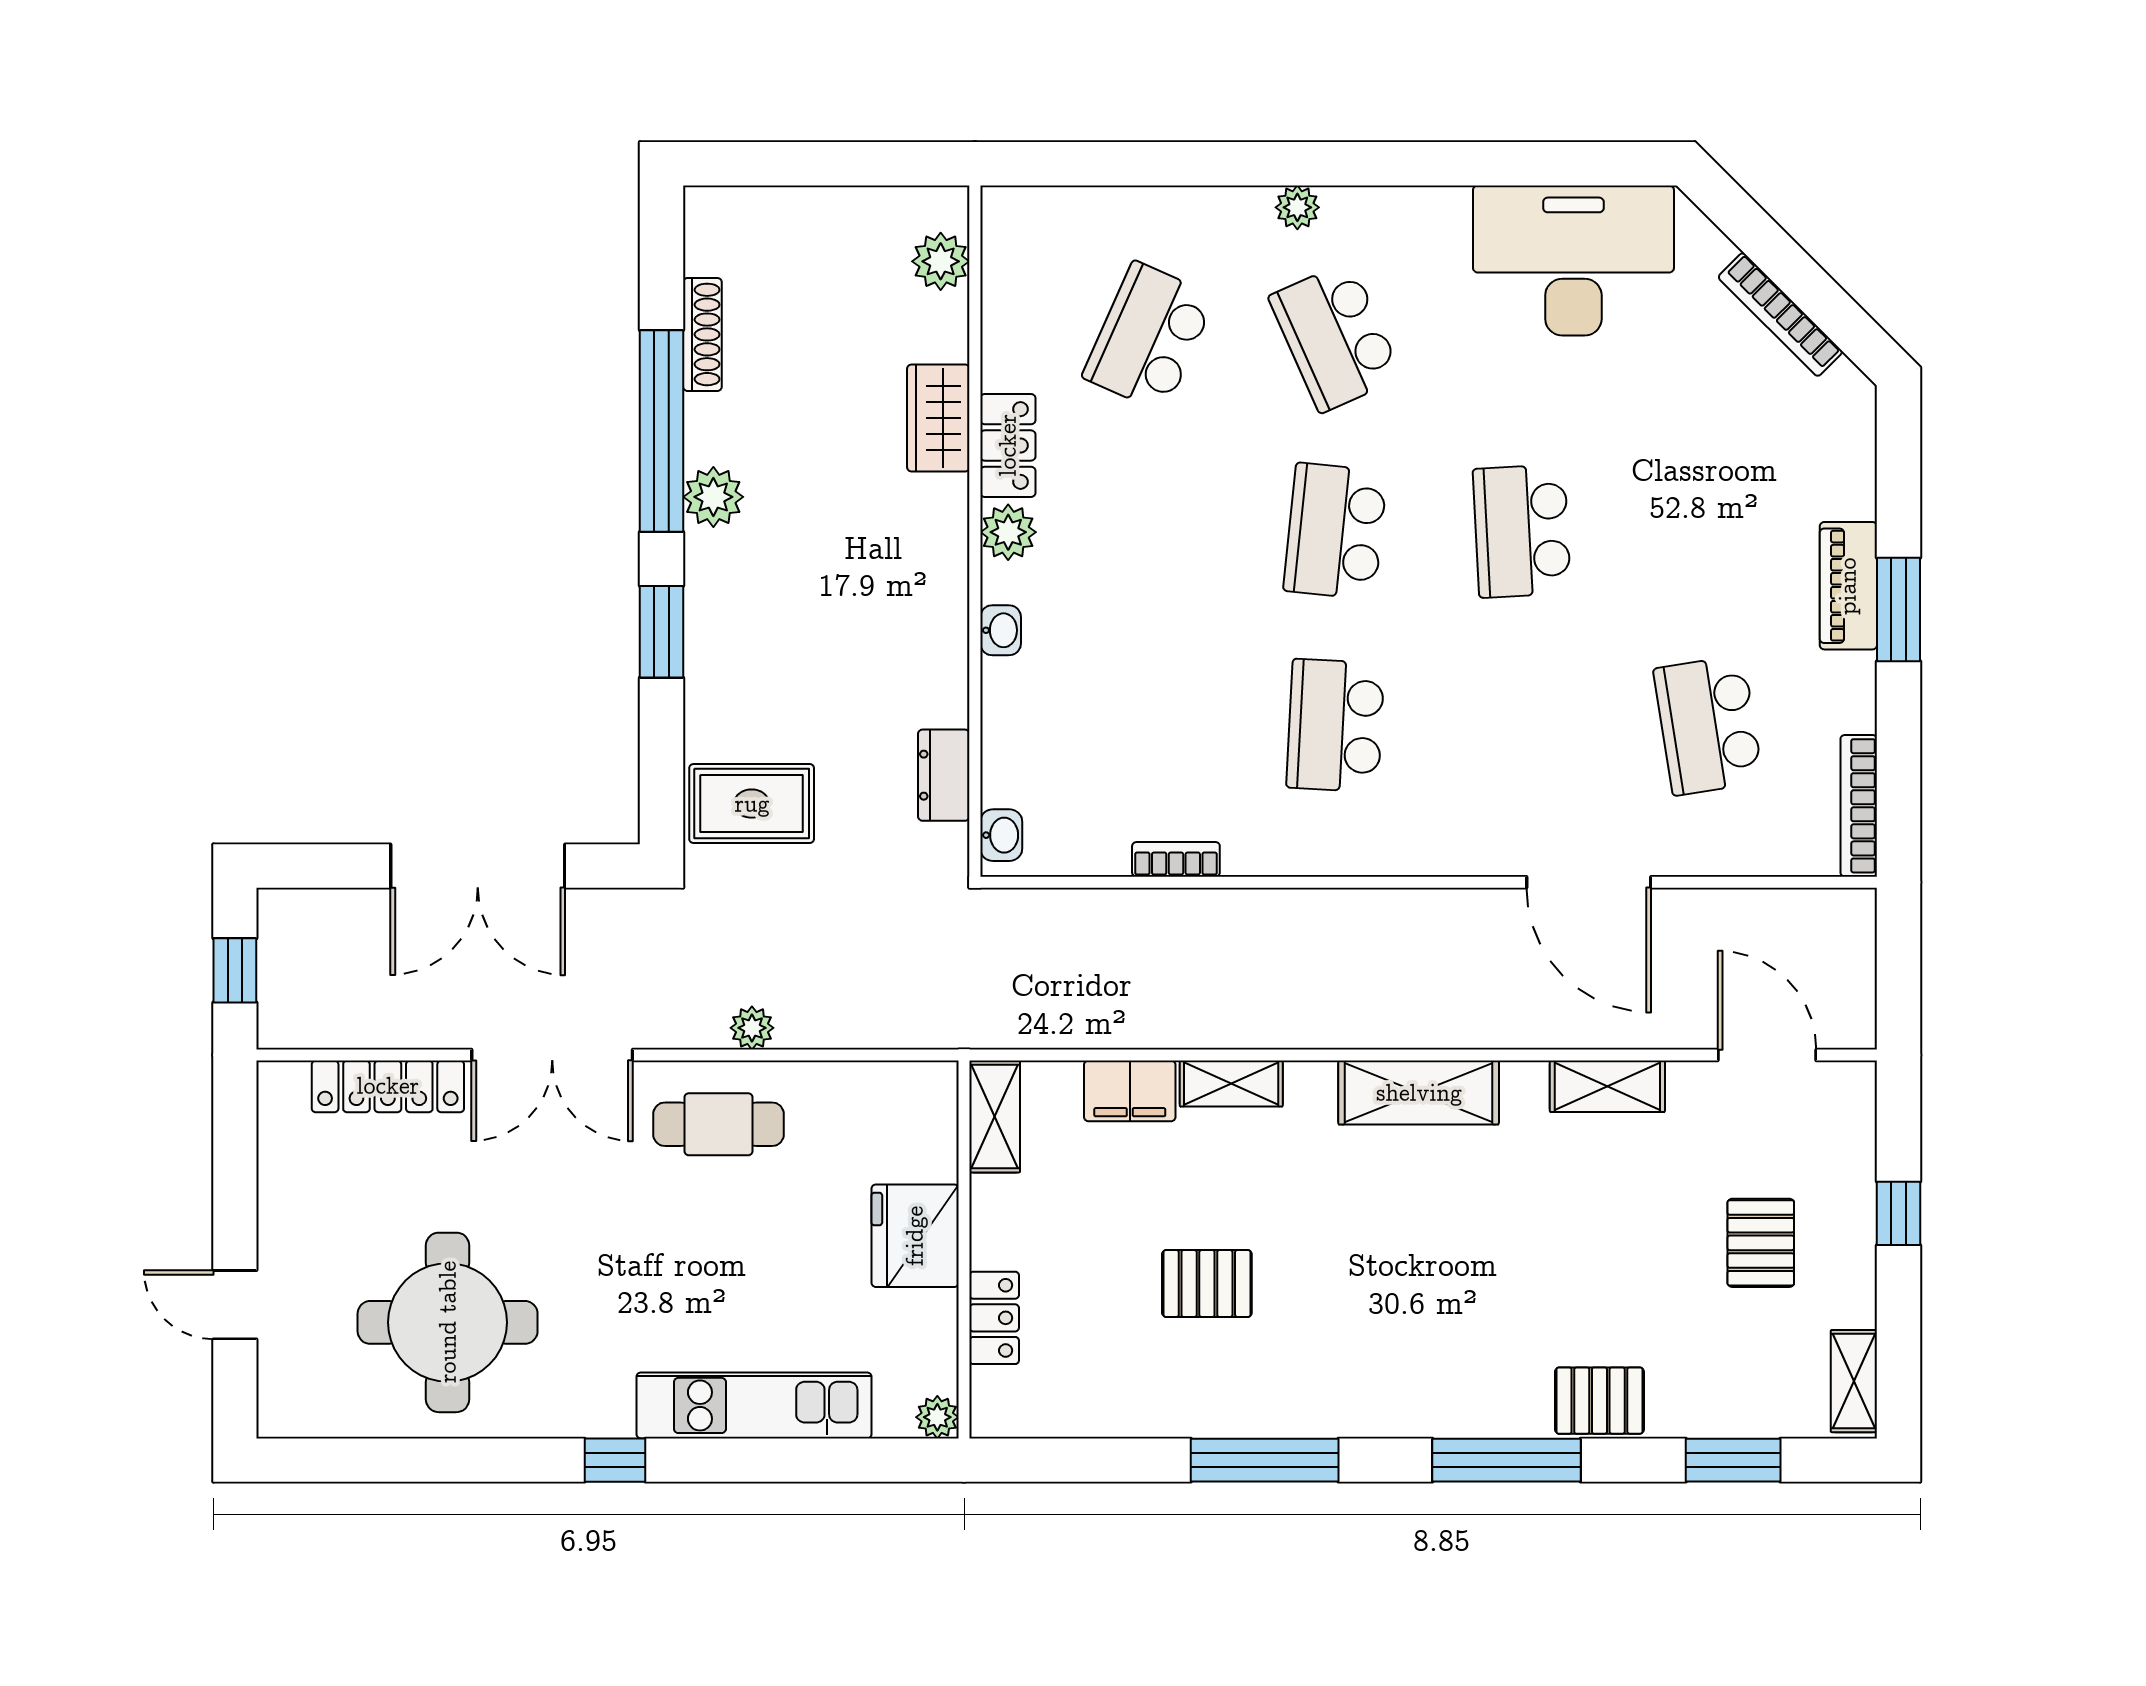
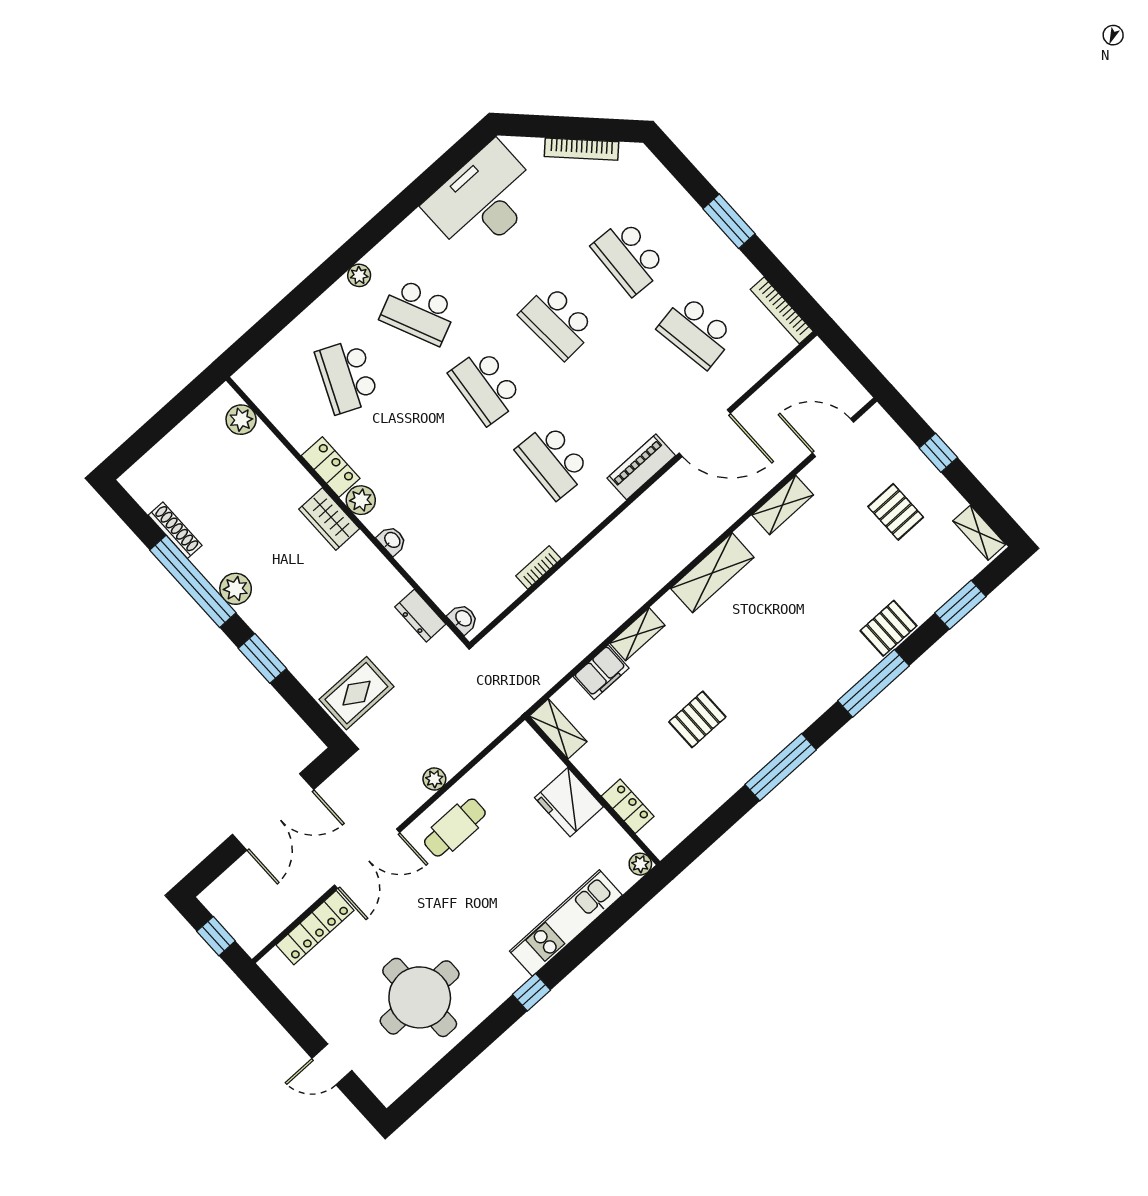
wardrobe: (938, 418) -> (329, 519), moved
school desk: (1708, 531) -> (629, 257), added
piano: (1848, 586) -> (641, 467), moved, turned 90

